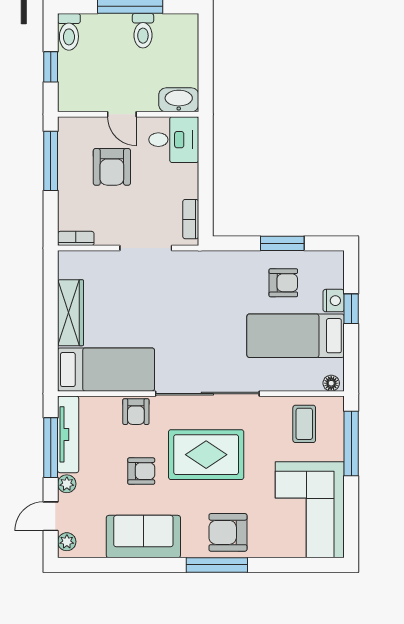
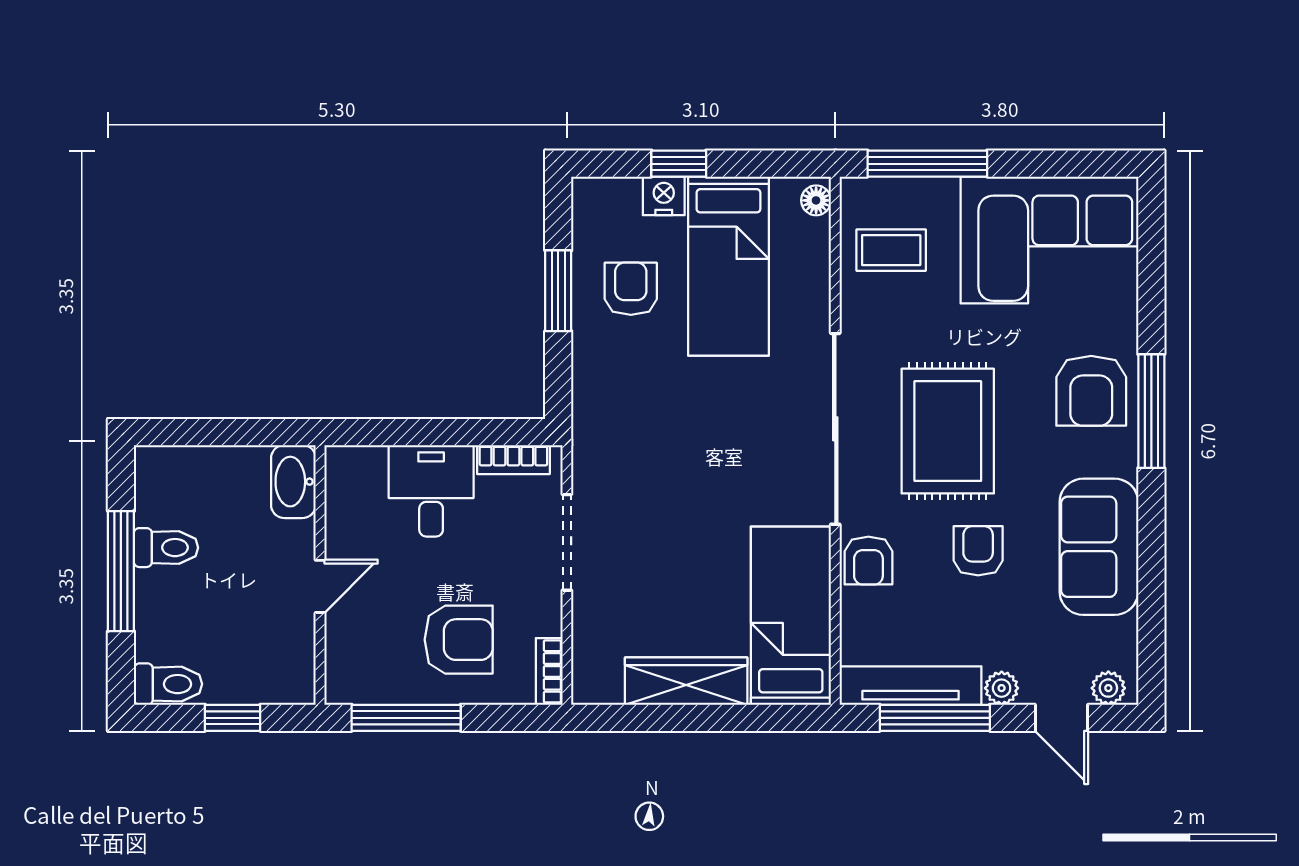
desk: (174, 140) -> (431, 491), moved
armchair: (112, 167) -> (459, 640), moved
armchair: (136, 412) -> (868, 561), turned 90

